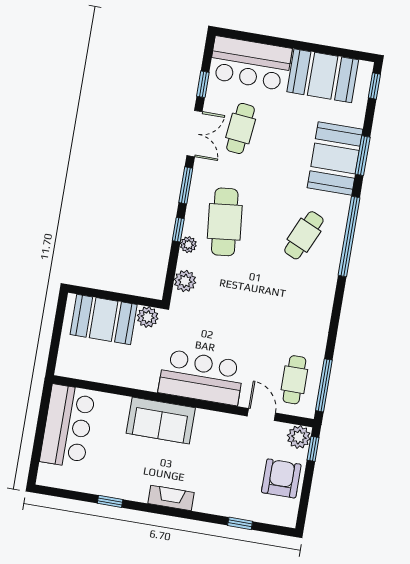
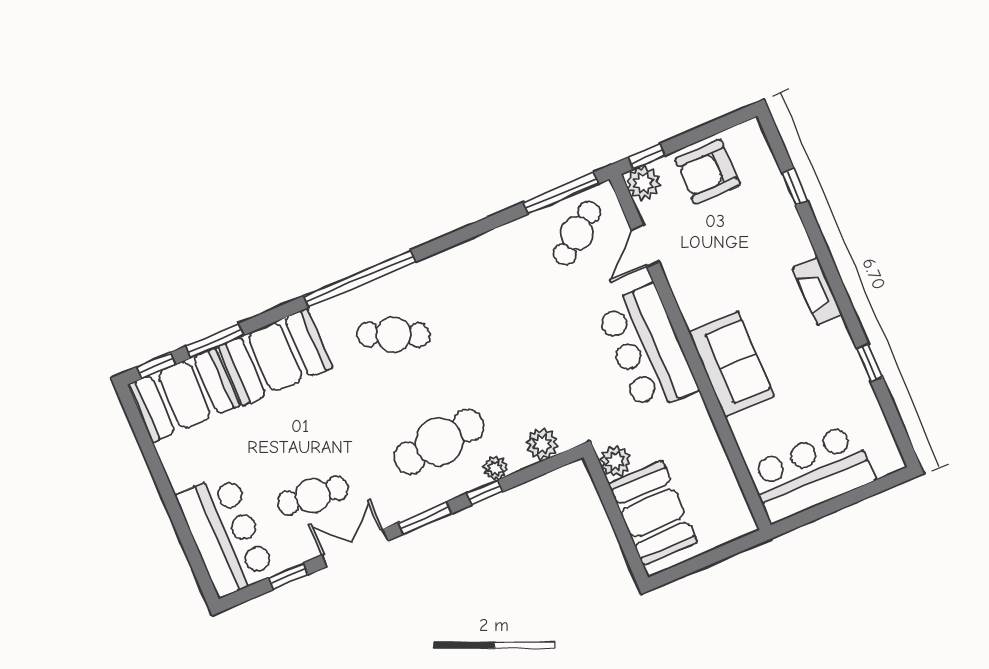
booth: (323, 76) -> (184, 395), moved, turned 90
window: (363, 156) -> (215, 341), moved
cafe table: (294, 380) -> (577, 233), turned -37

